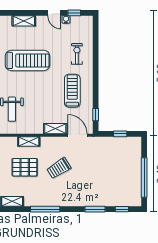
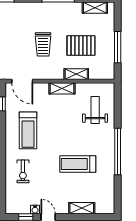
treadmill: (27, 60) -> (78, 164), width x0.73, depth x0.73
shelving: (55, 129) -> (62, 88), moved
trolley: (59, 168) -> (43, 44), turned 122

